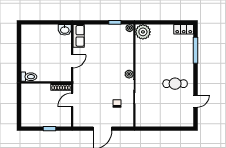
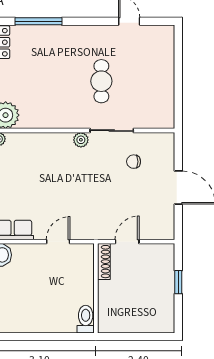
door: (72, 61) -> (58, 242), hinge flipped
cafe table: (175, 84) -> (101, 81), moved
door: (72, 100) -> (127, 242), swing flipped

